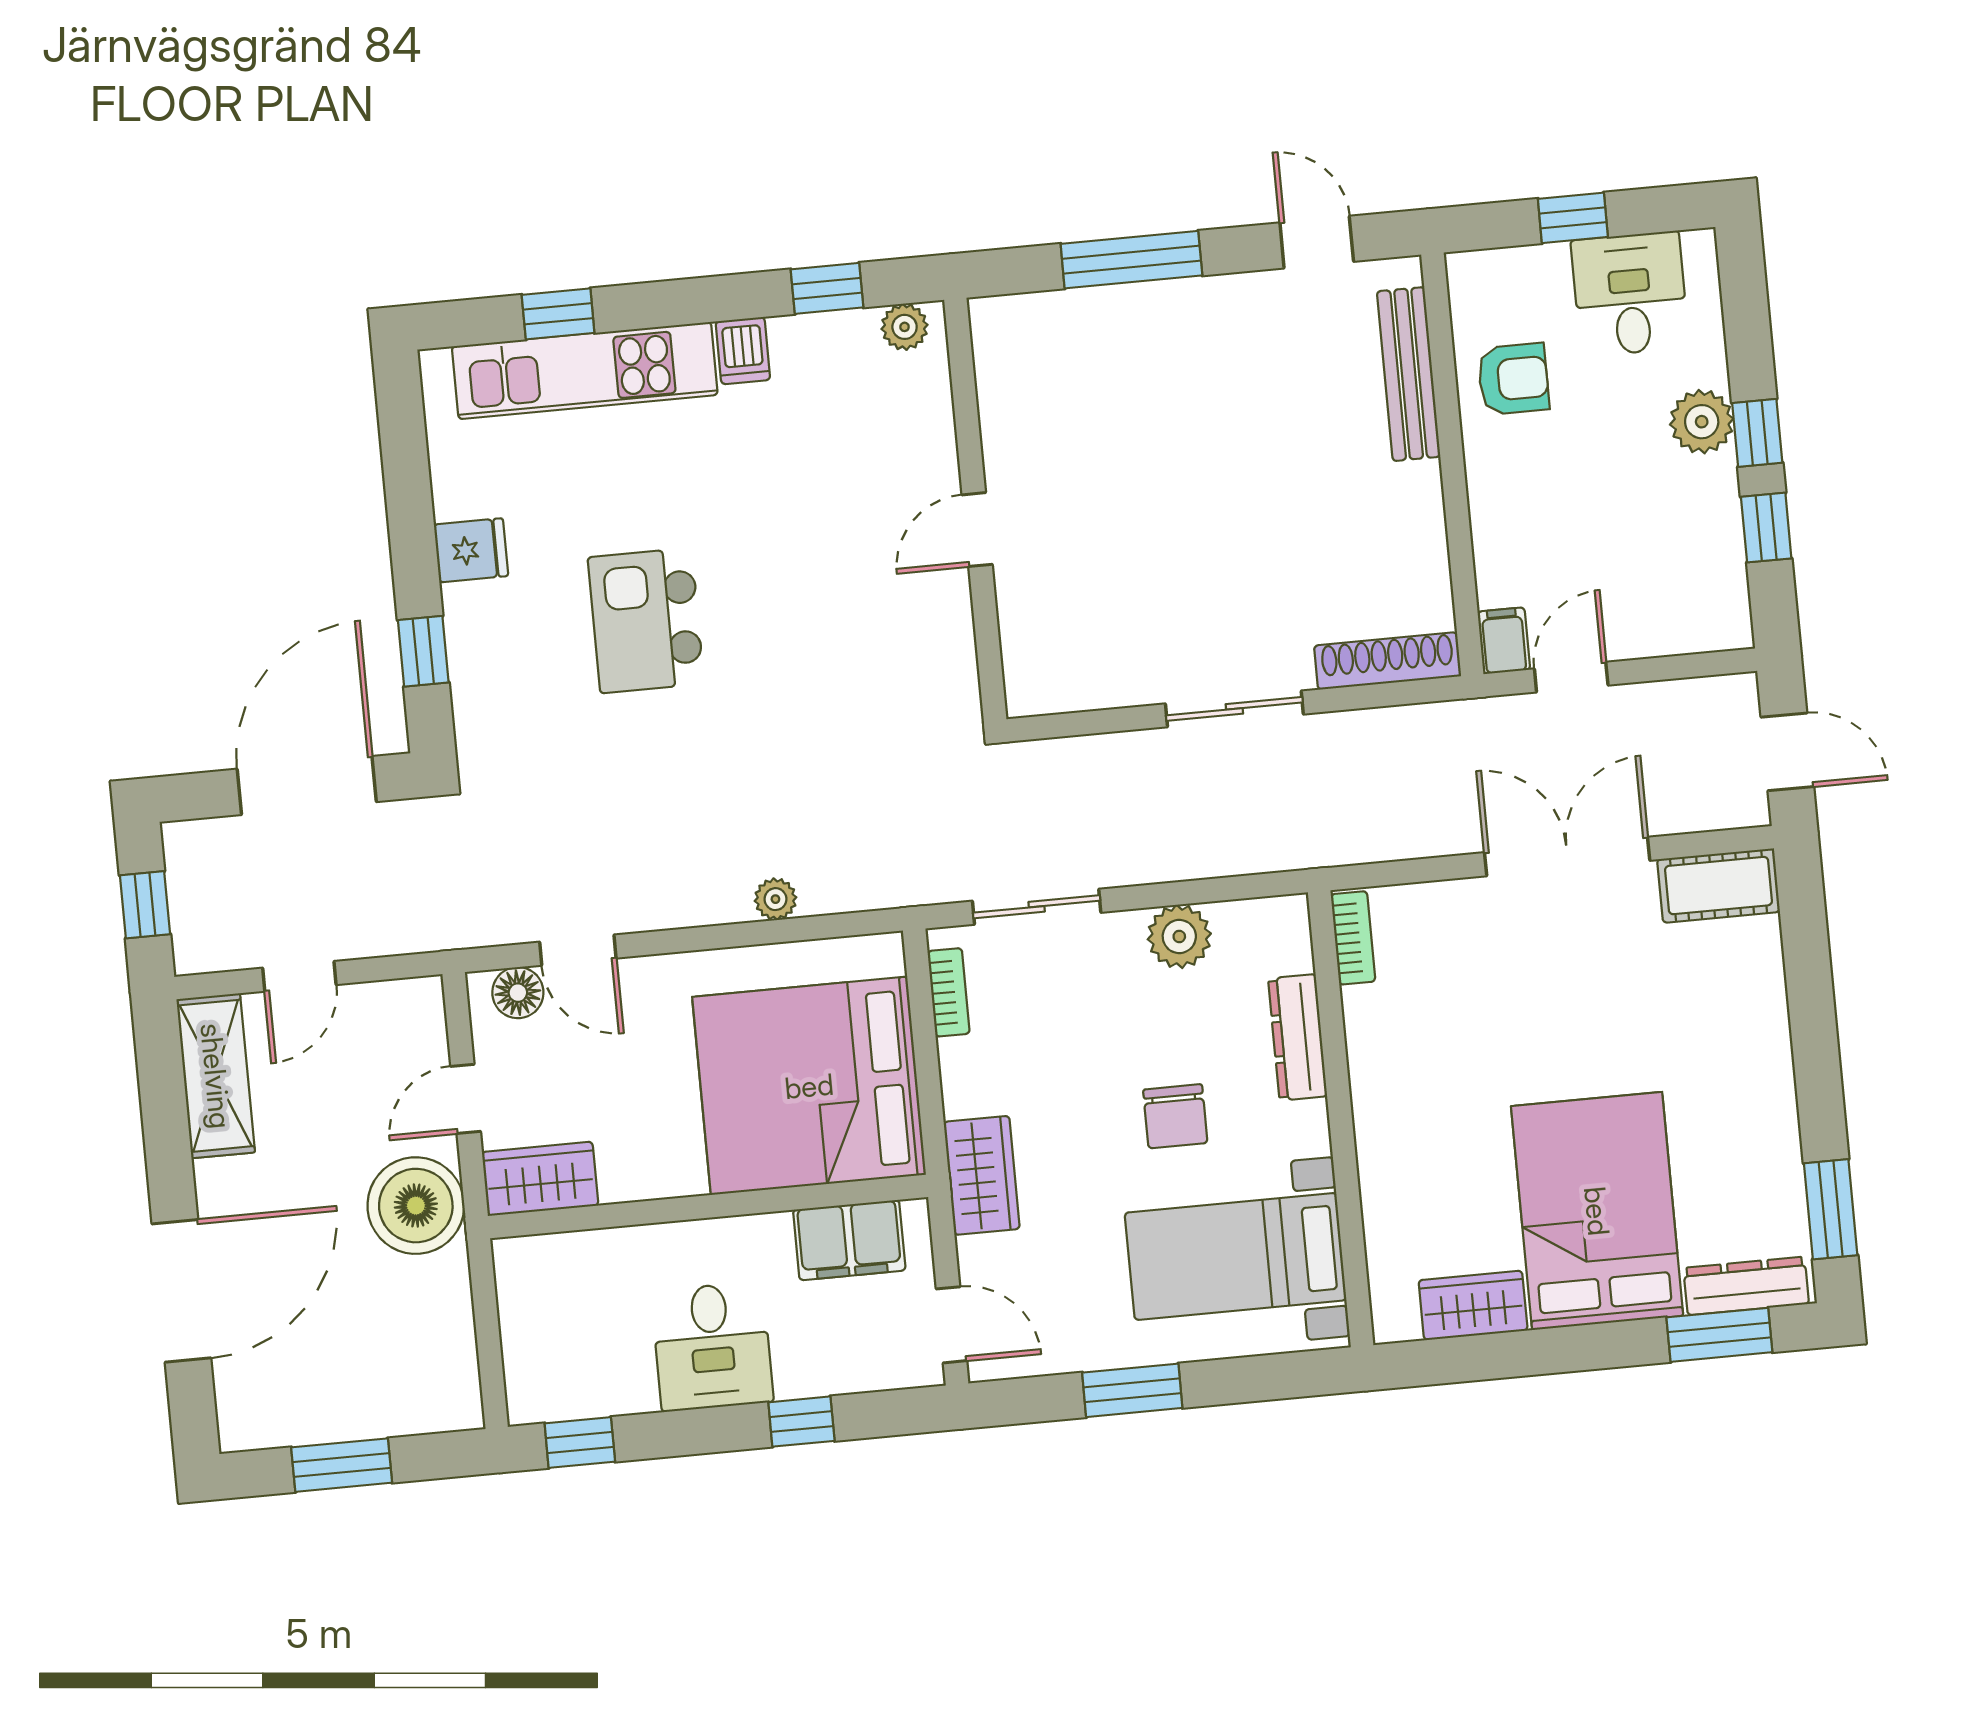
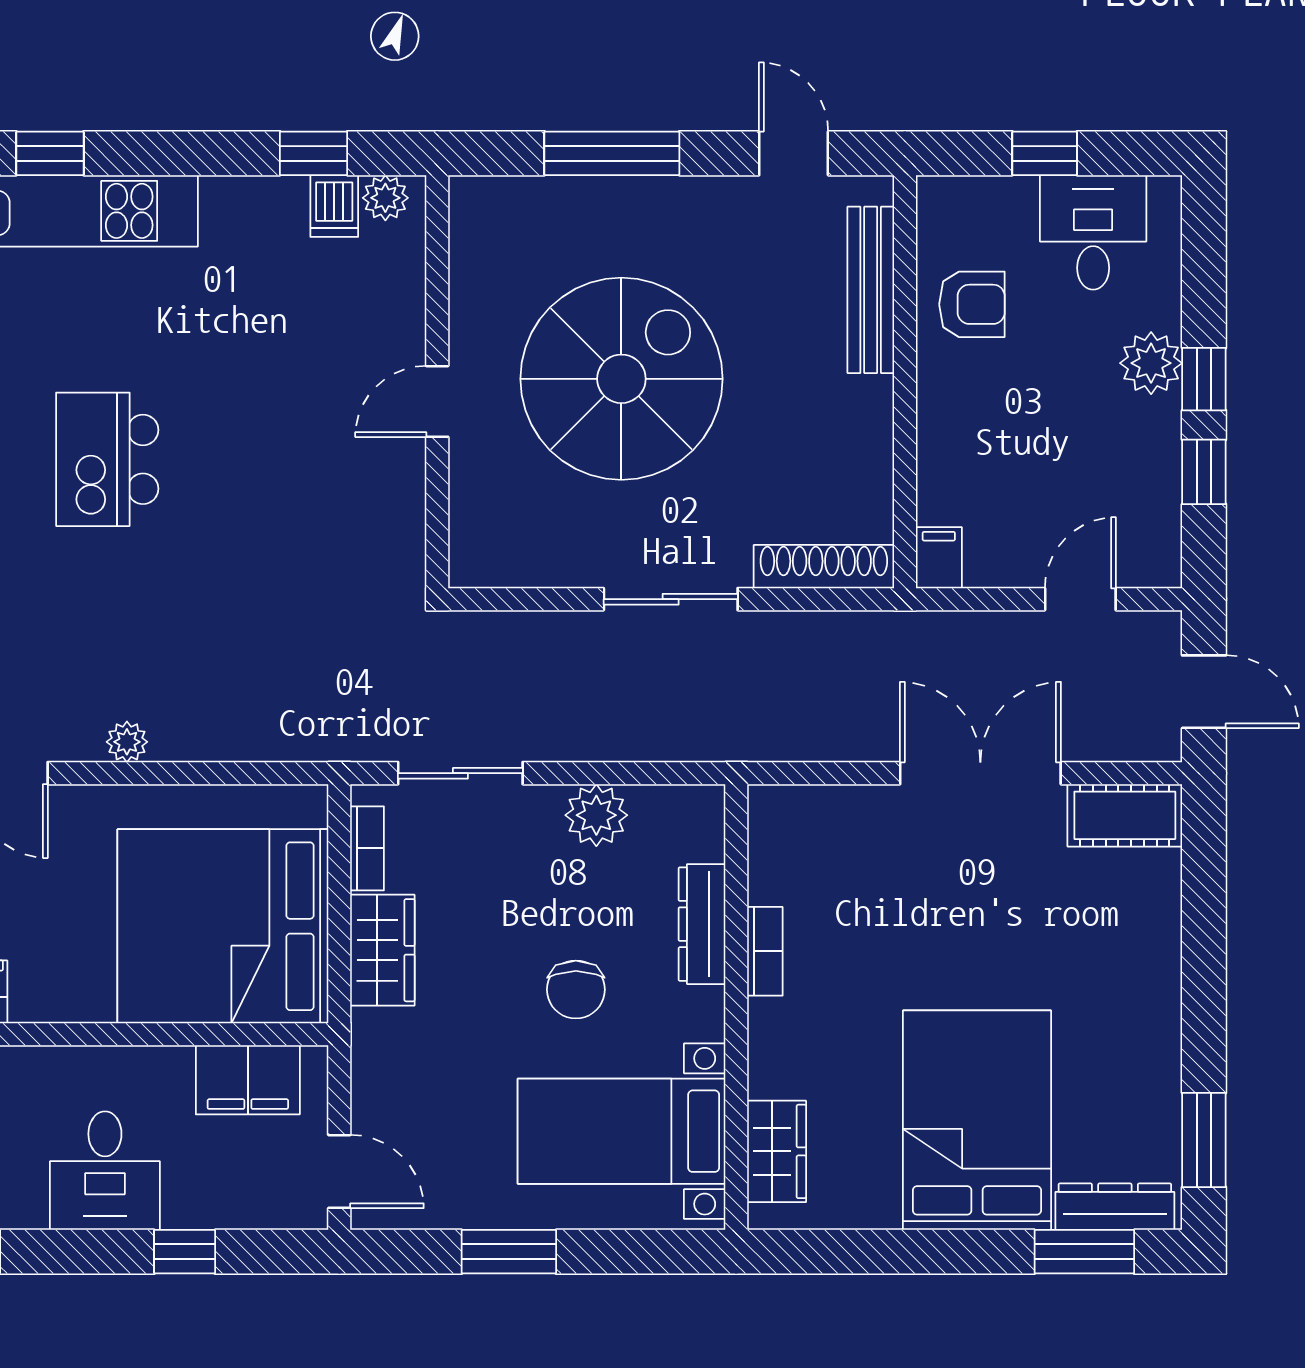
dishwasher: (743, 351) -> (334, 206), moved
spiral stairs: (1163, 489) -> (621, 379), added
door: (1571, 677) -> (1080, 599), moved
plant: (775, 899) -> (127, 742), moved
bookcase: (1353, 938) -> (765, 951), moved
wardrobe: (982, 1175) -> (382, 950), moved
wardrobe: (1473, 1305) -> (777, 1151), moved, turned 90

